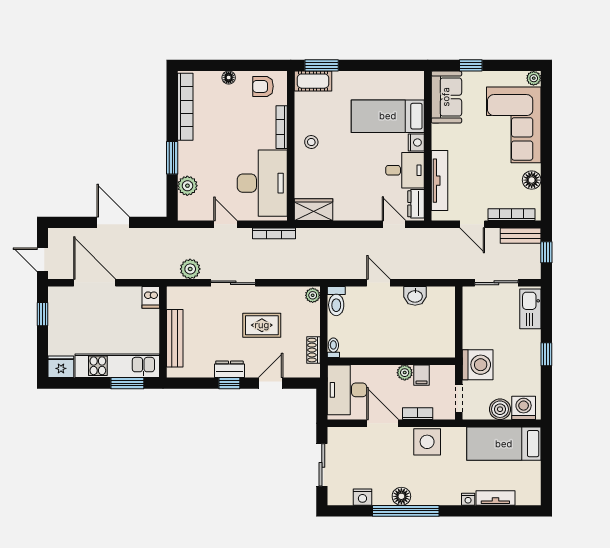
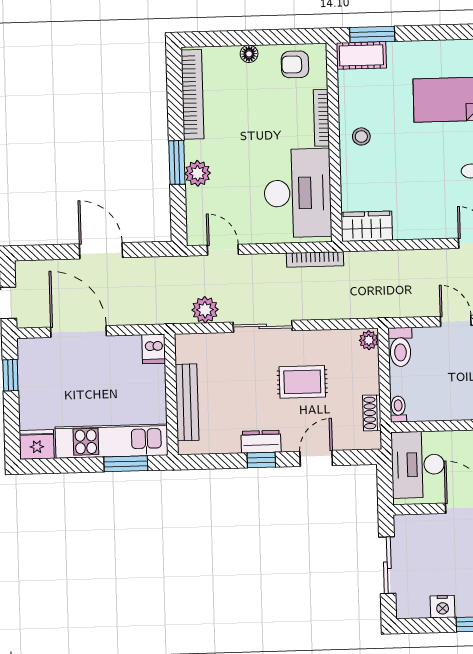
plant: (187, 186) -> (198, 173), moved
door: (225, 224) -> (223, 250), moved

